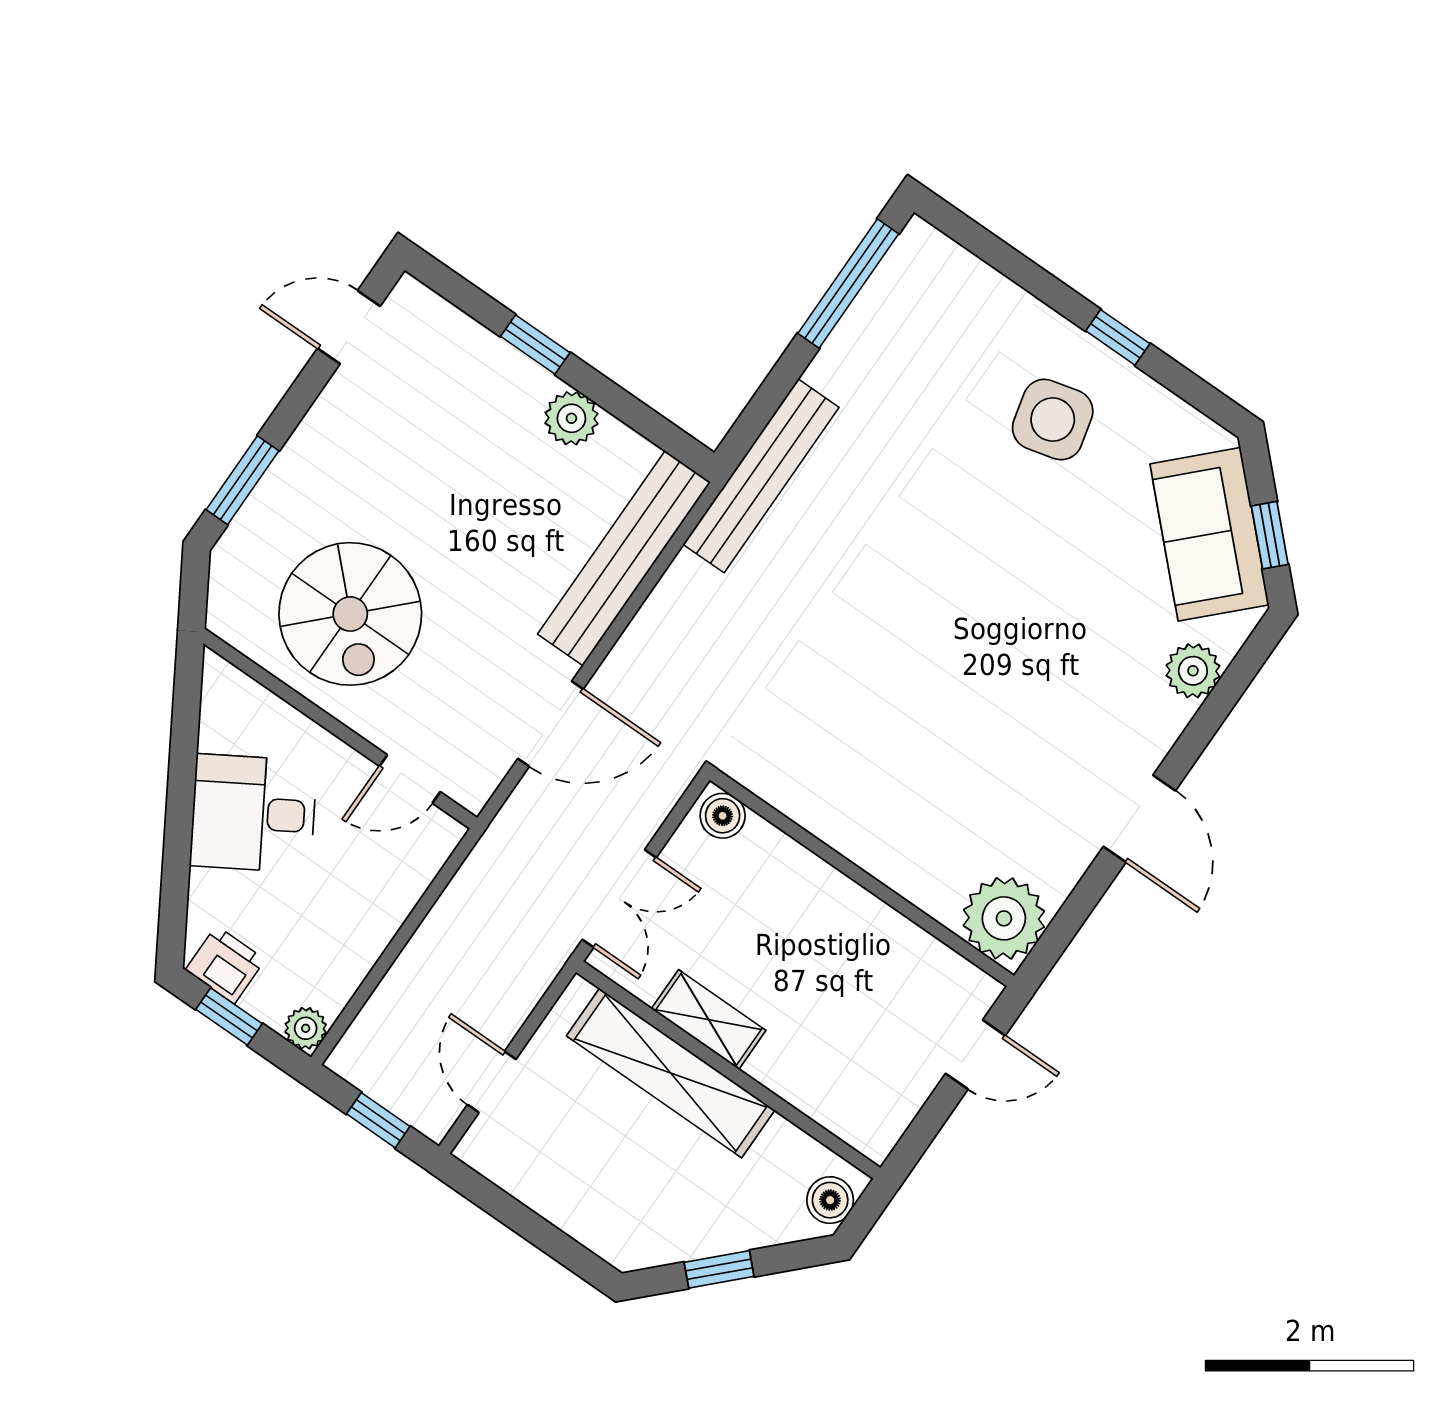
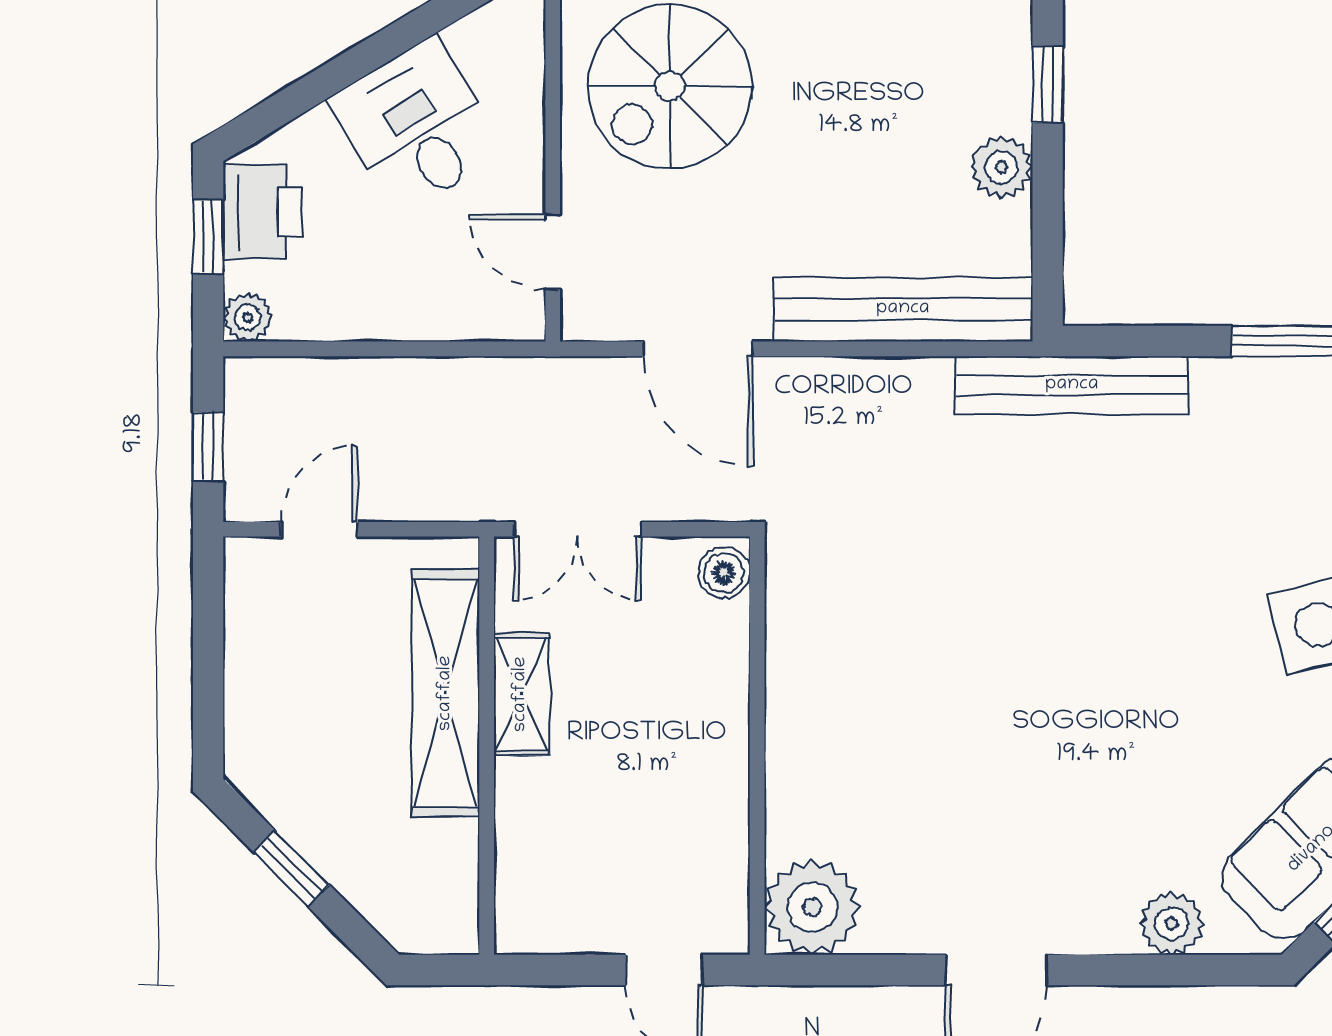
printer: (225, 965) -> (262, 212), width x1.36, depth x1.24
boiler: (830, 1200) -> (430, 928), removed

